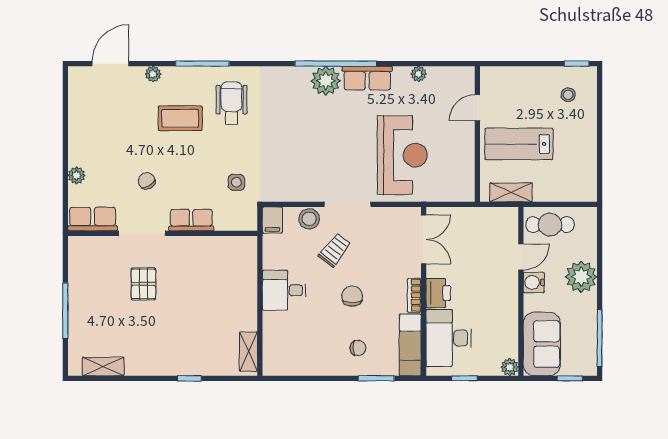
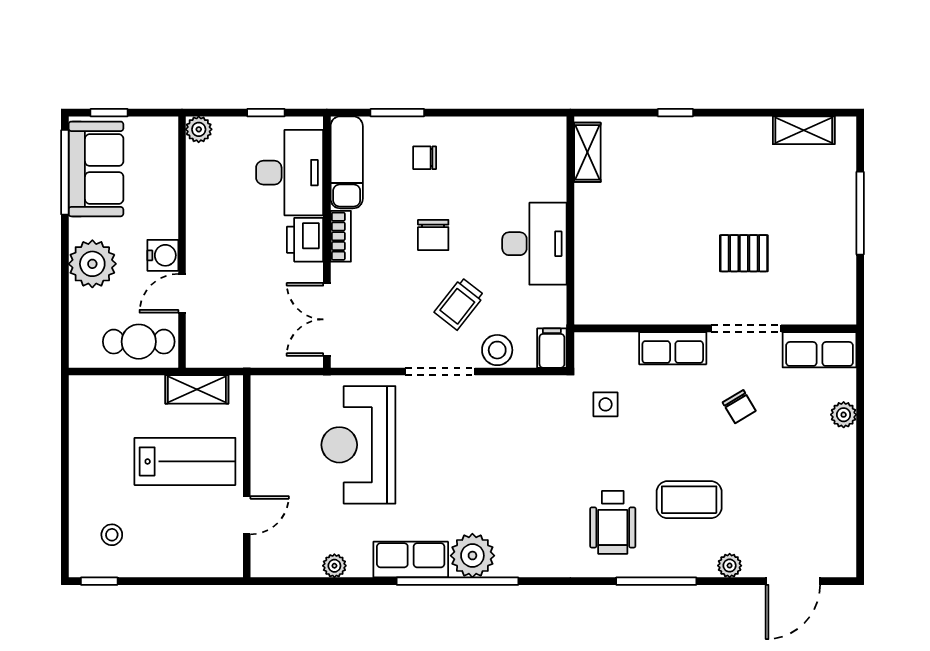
pallet: (143, 284) -> (744, 253), turned 90
desk: (284, 290) -> (534, 244), width x1.37
sofa: (542, 344) -> (96, 169), moved, turned 180

